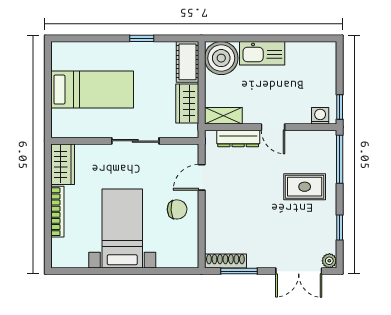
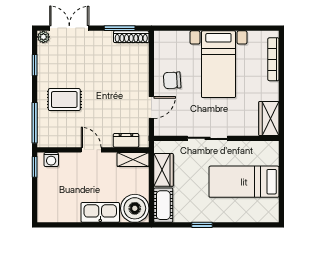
dresser: (238, 138) -> (126, 140), width x0.70
bookcase: (57, 212) -> (273, 59), moved

